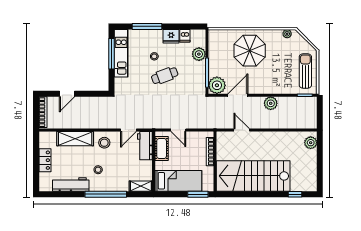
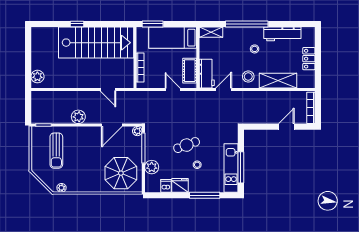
parasol: (250, 51) -> (121, 173), moved
sun lounger: (305, 71) -> (56, 151), moved
plant: (217, 85) -> (137, 131), width x0.53, depth x0.53
window: (295, 194) -> (77, 24), moved

